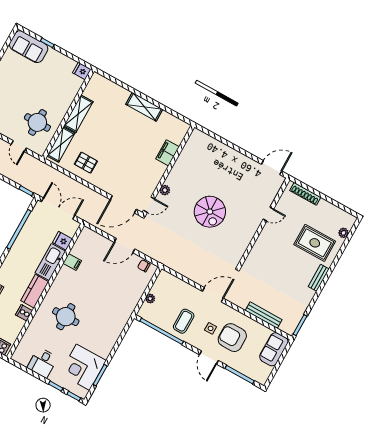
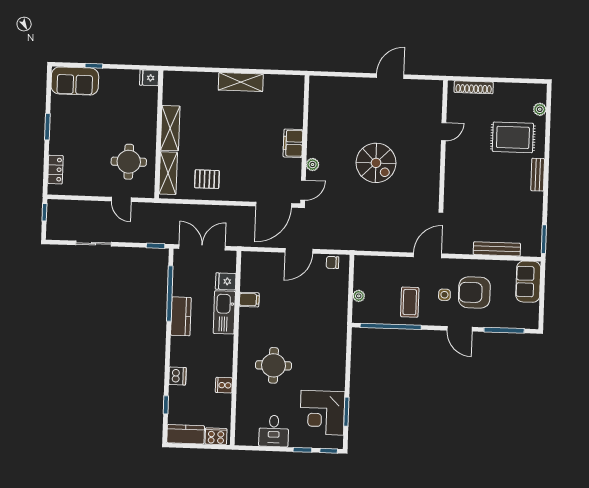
filing cabinet: (167, 153) -> (293, 143), moved
door: (272, 168) -> (390, 76), moved
kitchen counter: (35, 291) -> (181, 316), moved, turned 180

